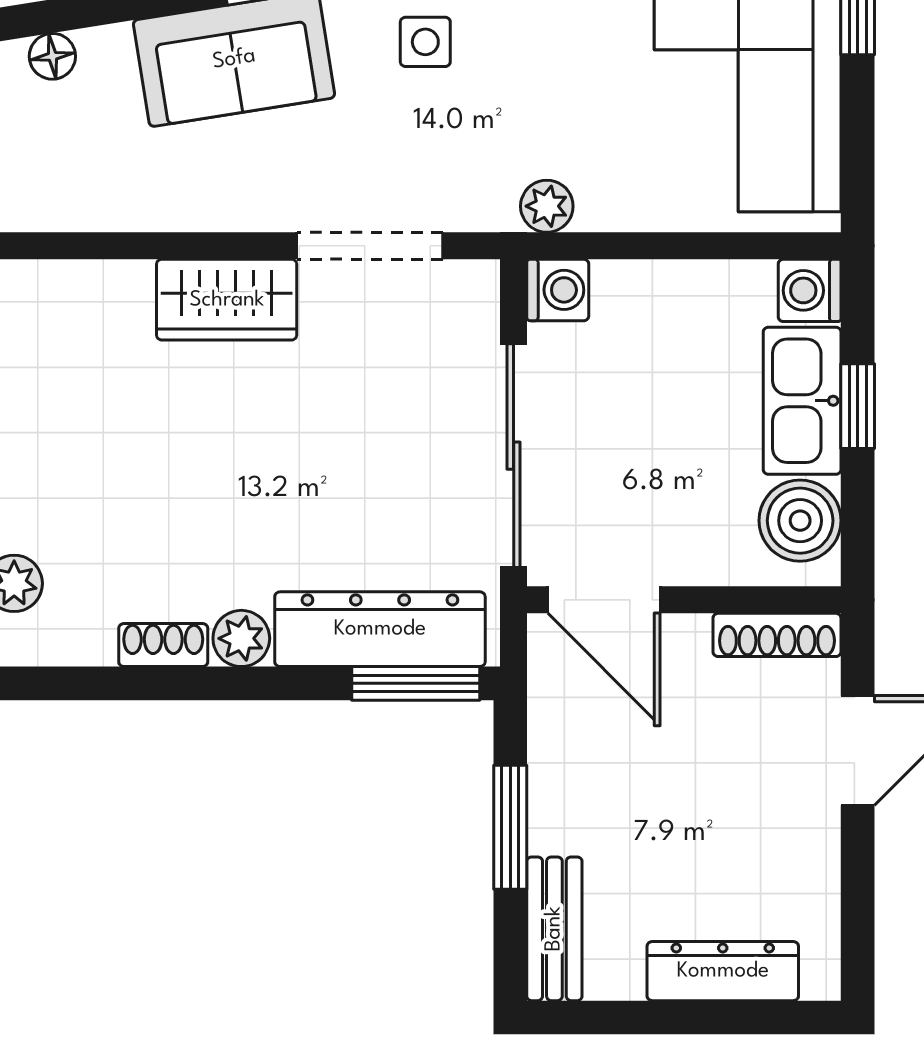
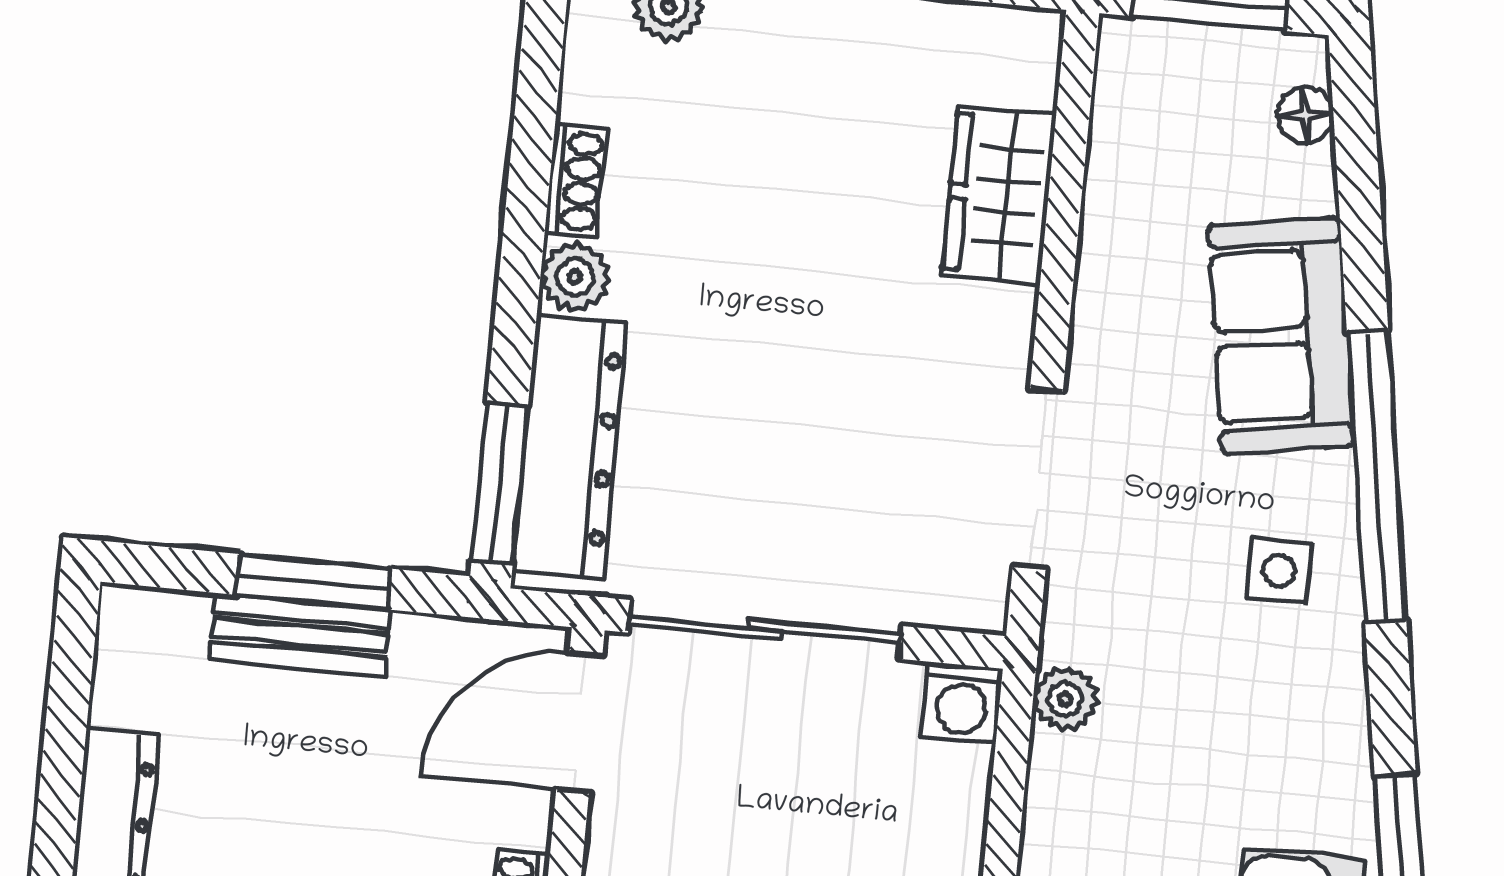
wardrobe: (227, 300) -> (999, 195), moved
bench: (554, 929) -> (300, 635), moved

